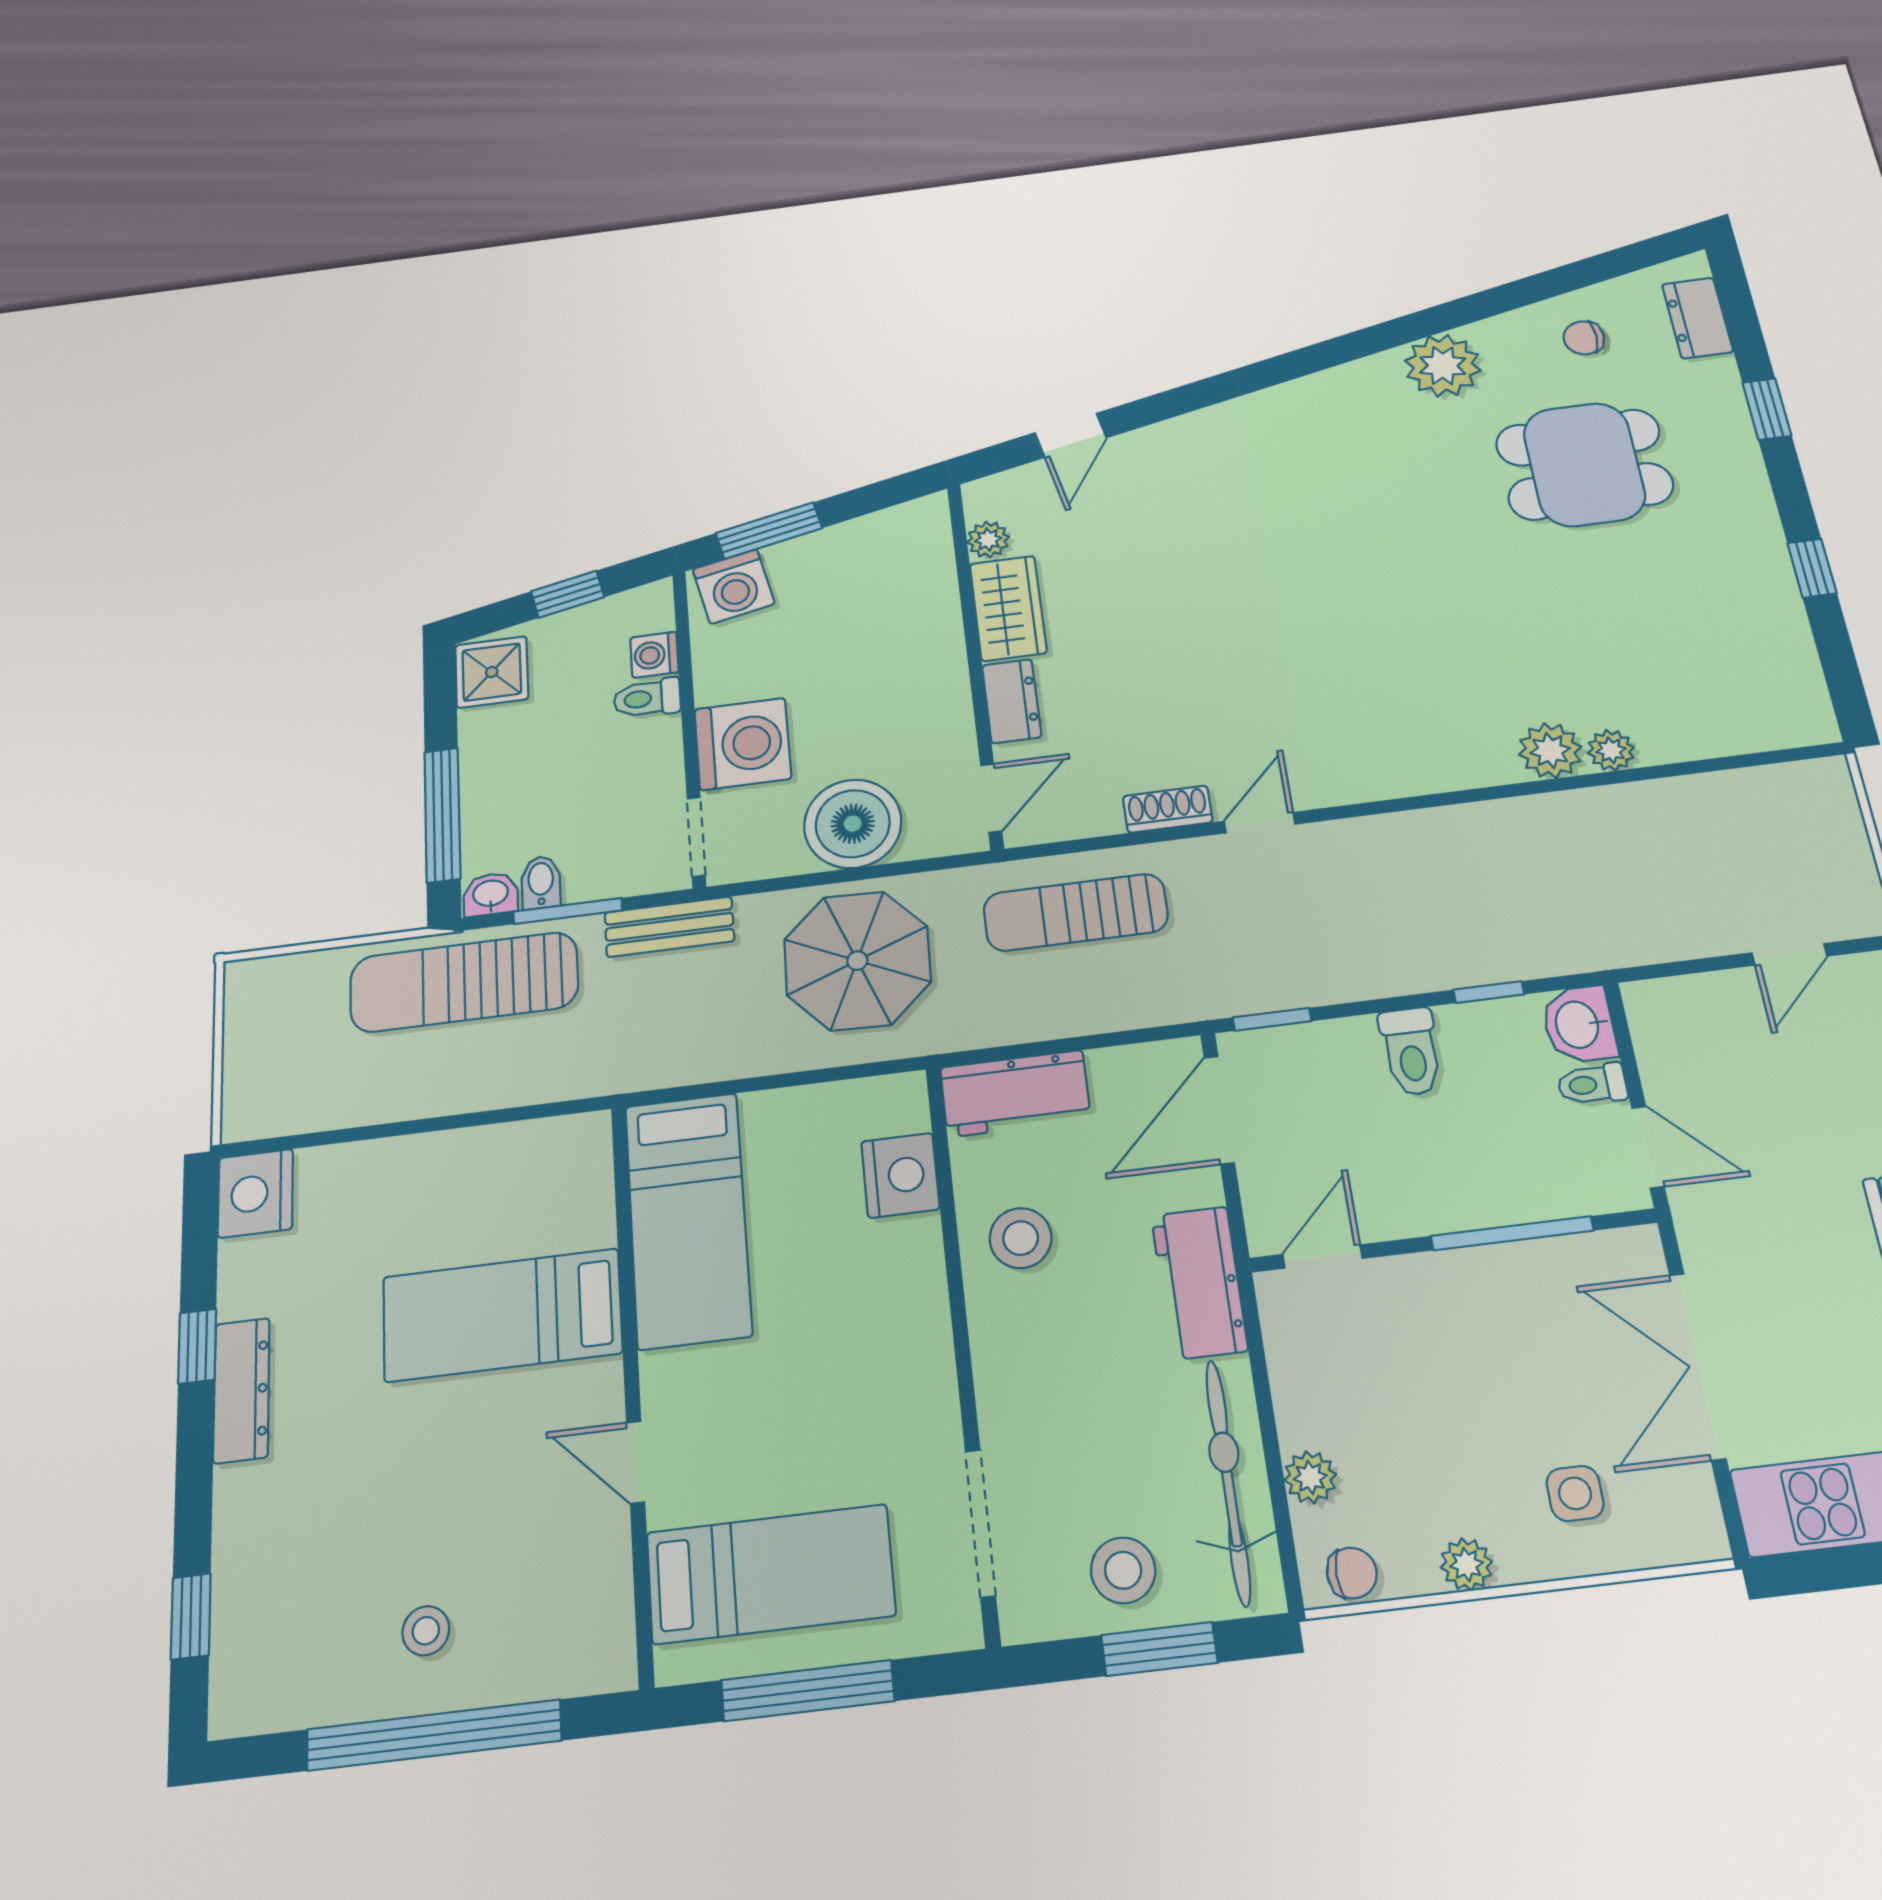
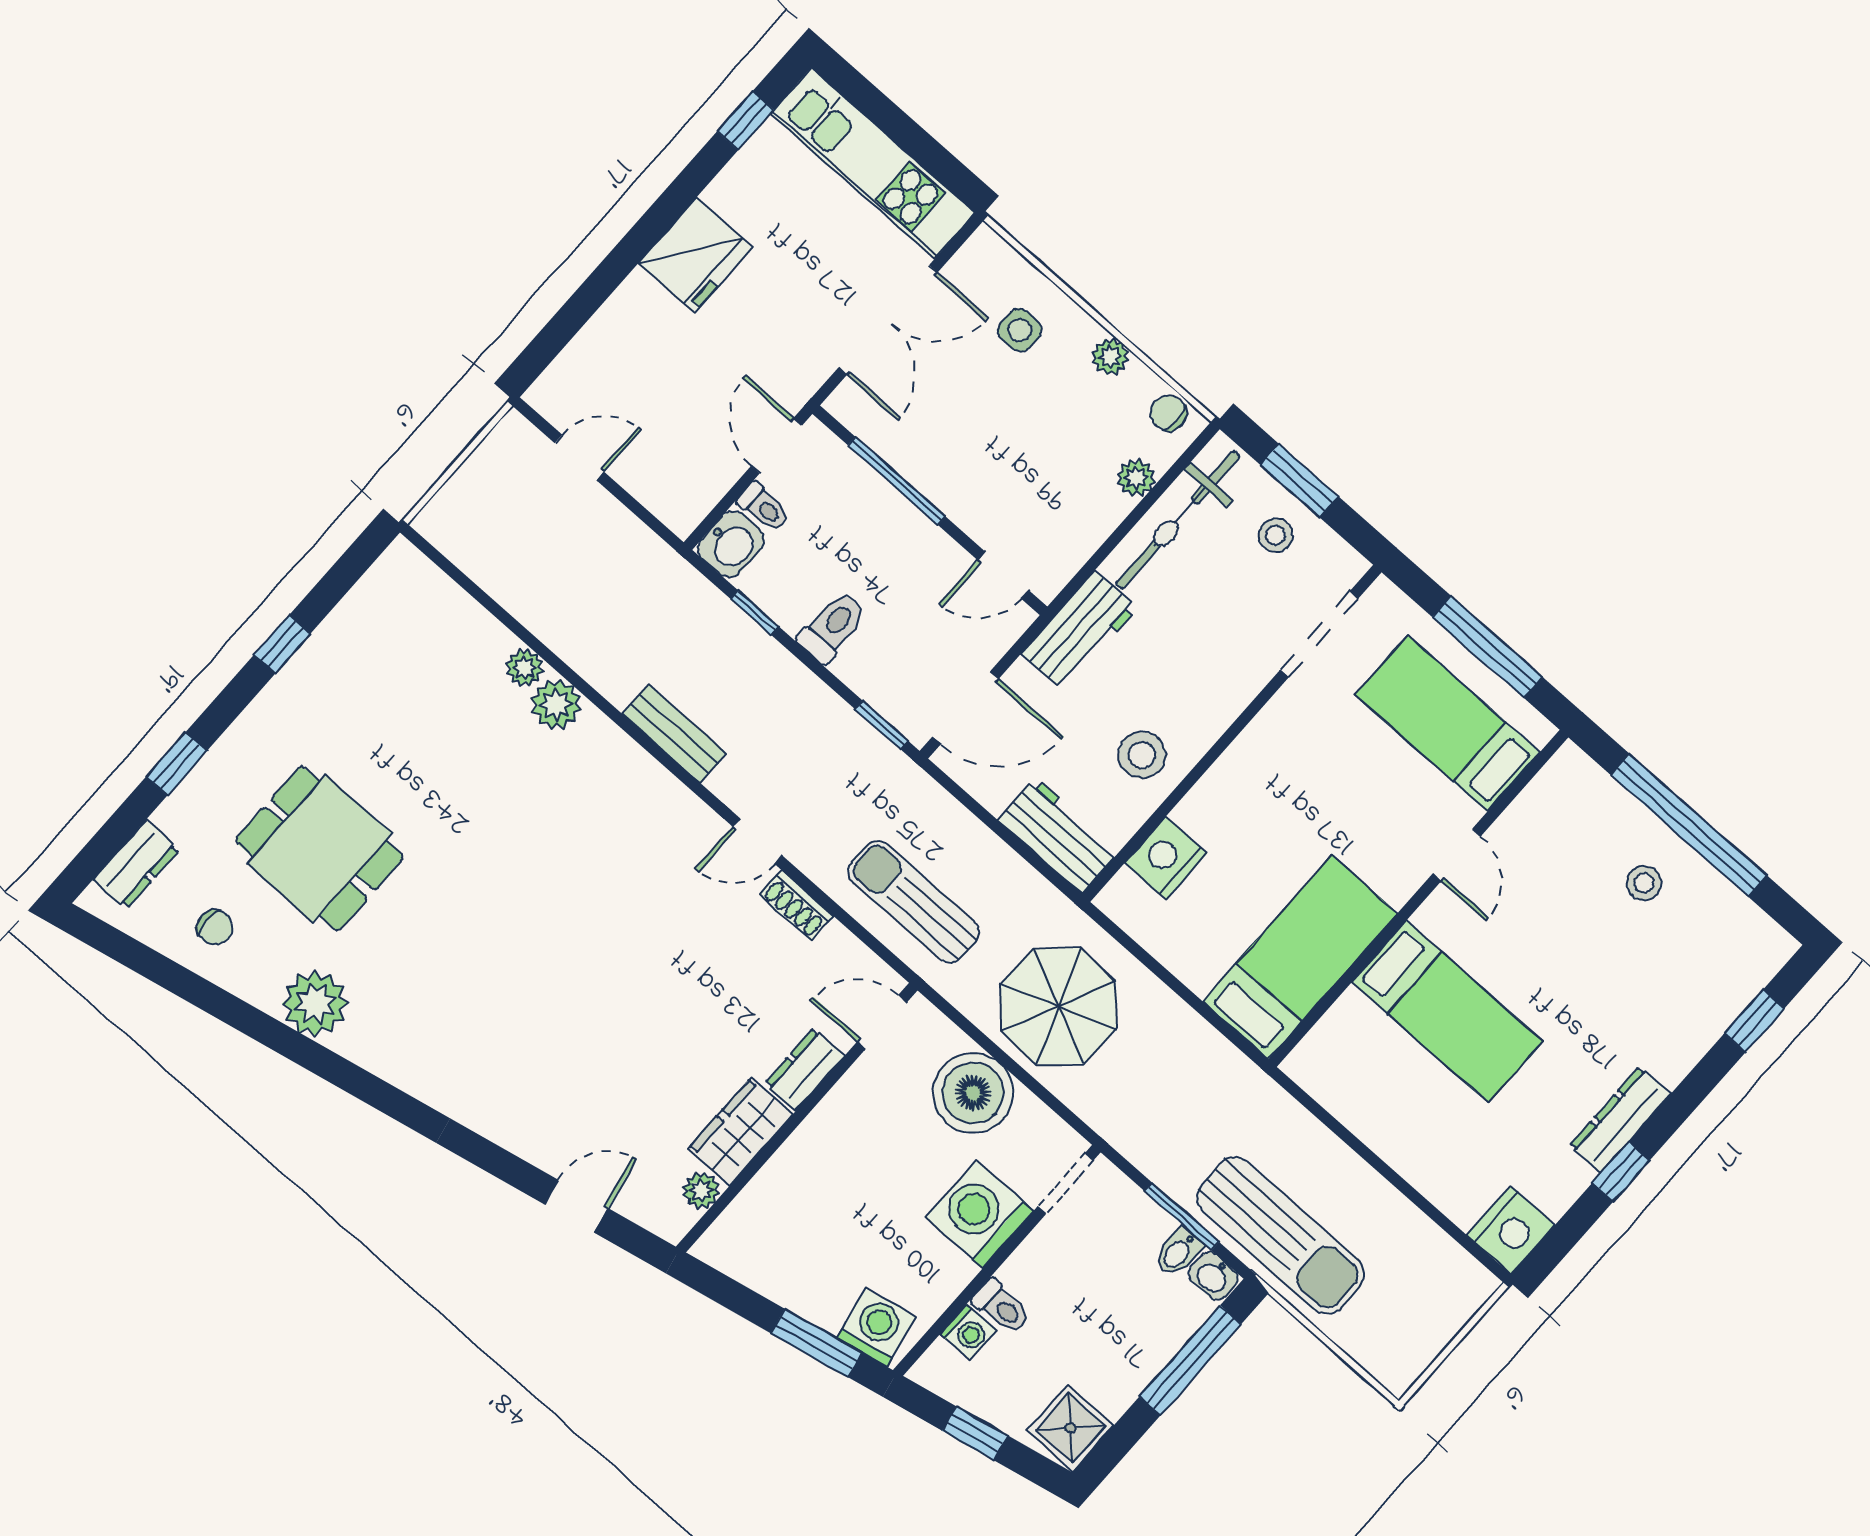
sun lounger: (1076, 912) -> (913, 902), turned 180
bench: (669, 927) -> (675, 734), moved
stool: (1123, 1570) -> (1275, 535), width x0.73, depth x0.73

